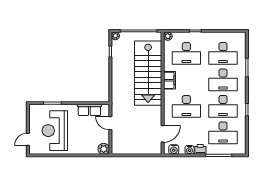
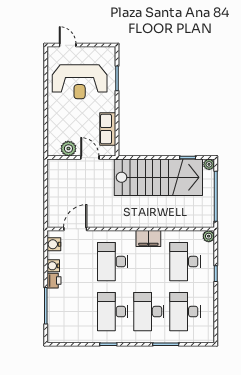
stairs: (148, 73) -> (158, 177), moved, turned 180
door: (110, 123) -> (90, 158), hinge flipped
reception desk: (55, 131) -> (80, 82), turned 180
desk: (223, 133) -> (77, 312), removed
door: (163, 134) -> (75, 229), swing flipped
plant: (104, 149) -> (68, 149), moved

